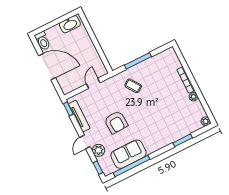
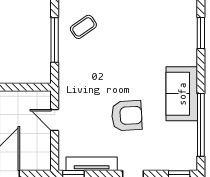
coffee table: (133, 86) -> (83, 27), moved
plant: (98, 150) -> (155, 161), removed
sofa: (129, 154) -> (182, 94), moved

